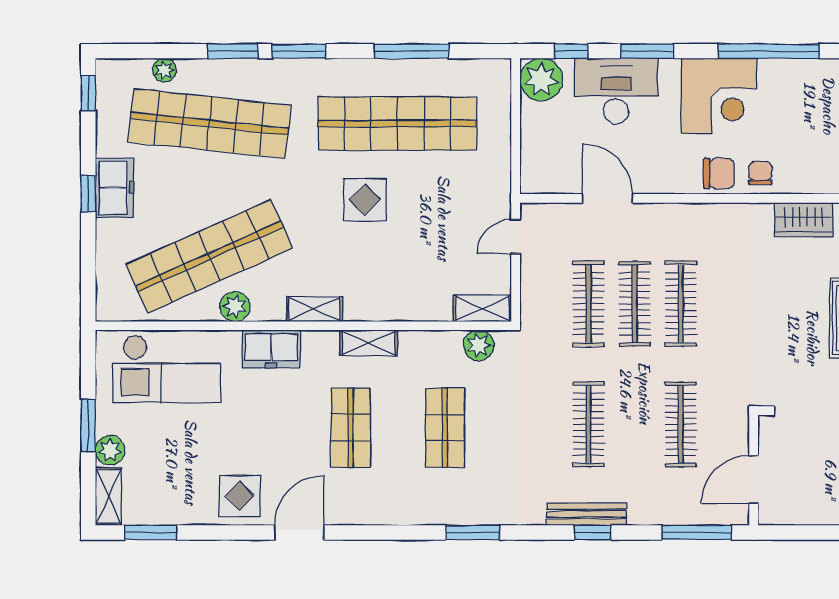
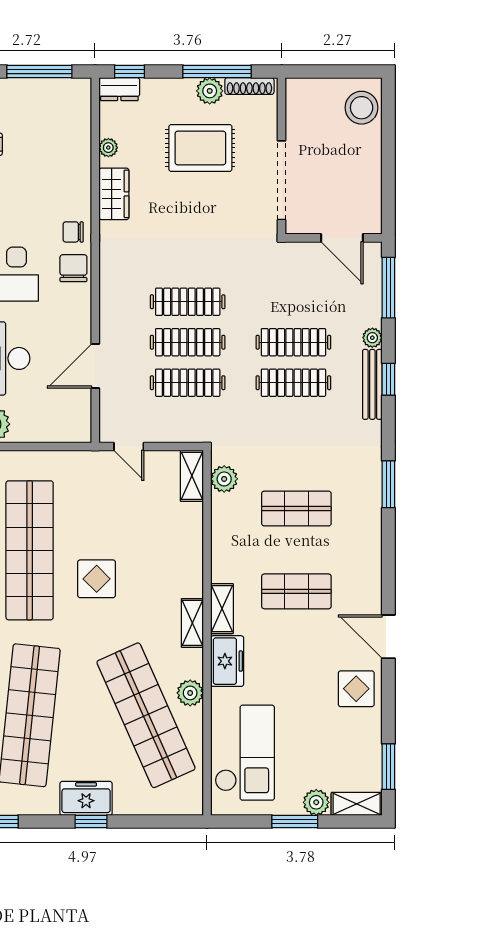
shelving: (369, 343) -> (222, 609), moved
clothes rail: (681, 424) -> (293, 342), moved
plant: (640, 514) -> (372, 338), added

